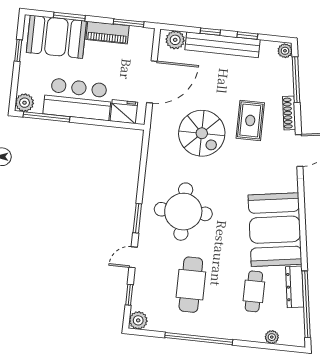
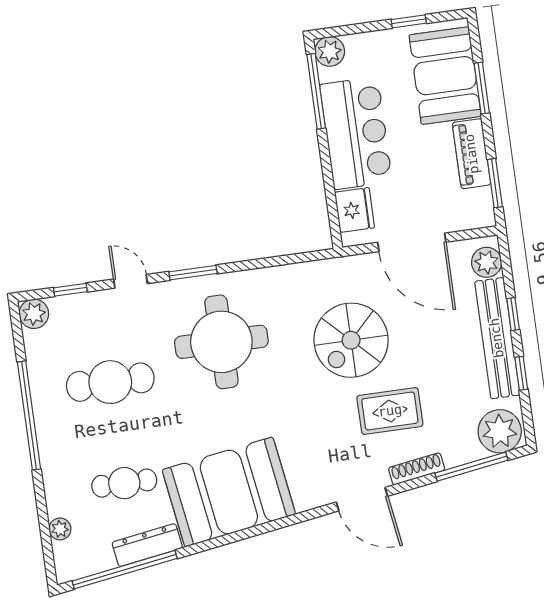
plant: (285, 51) -> (500, 431), width x1.88, depth x1.88

